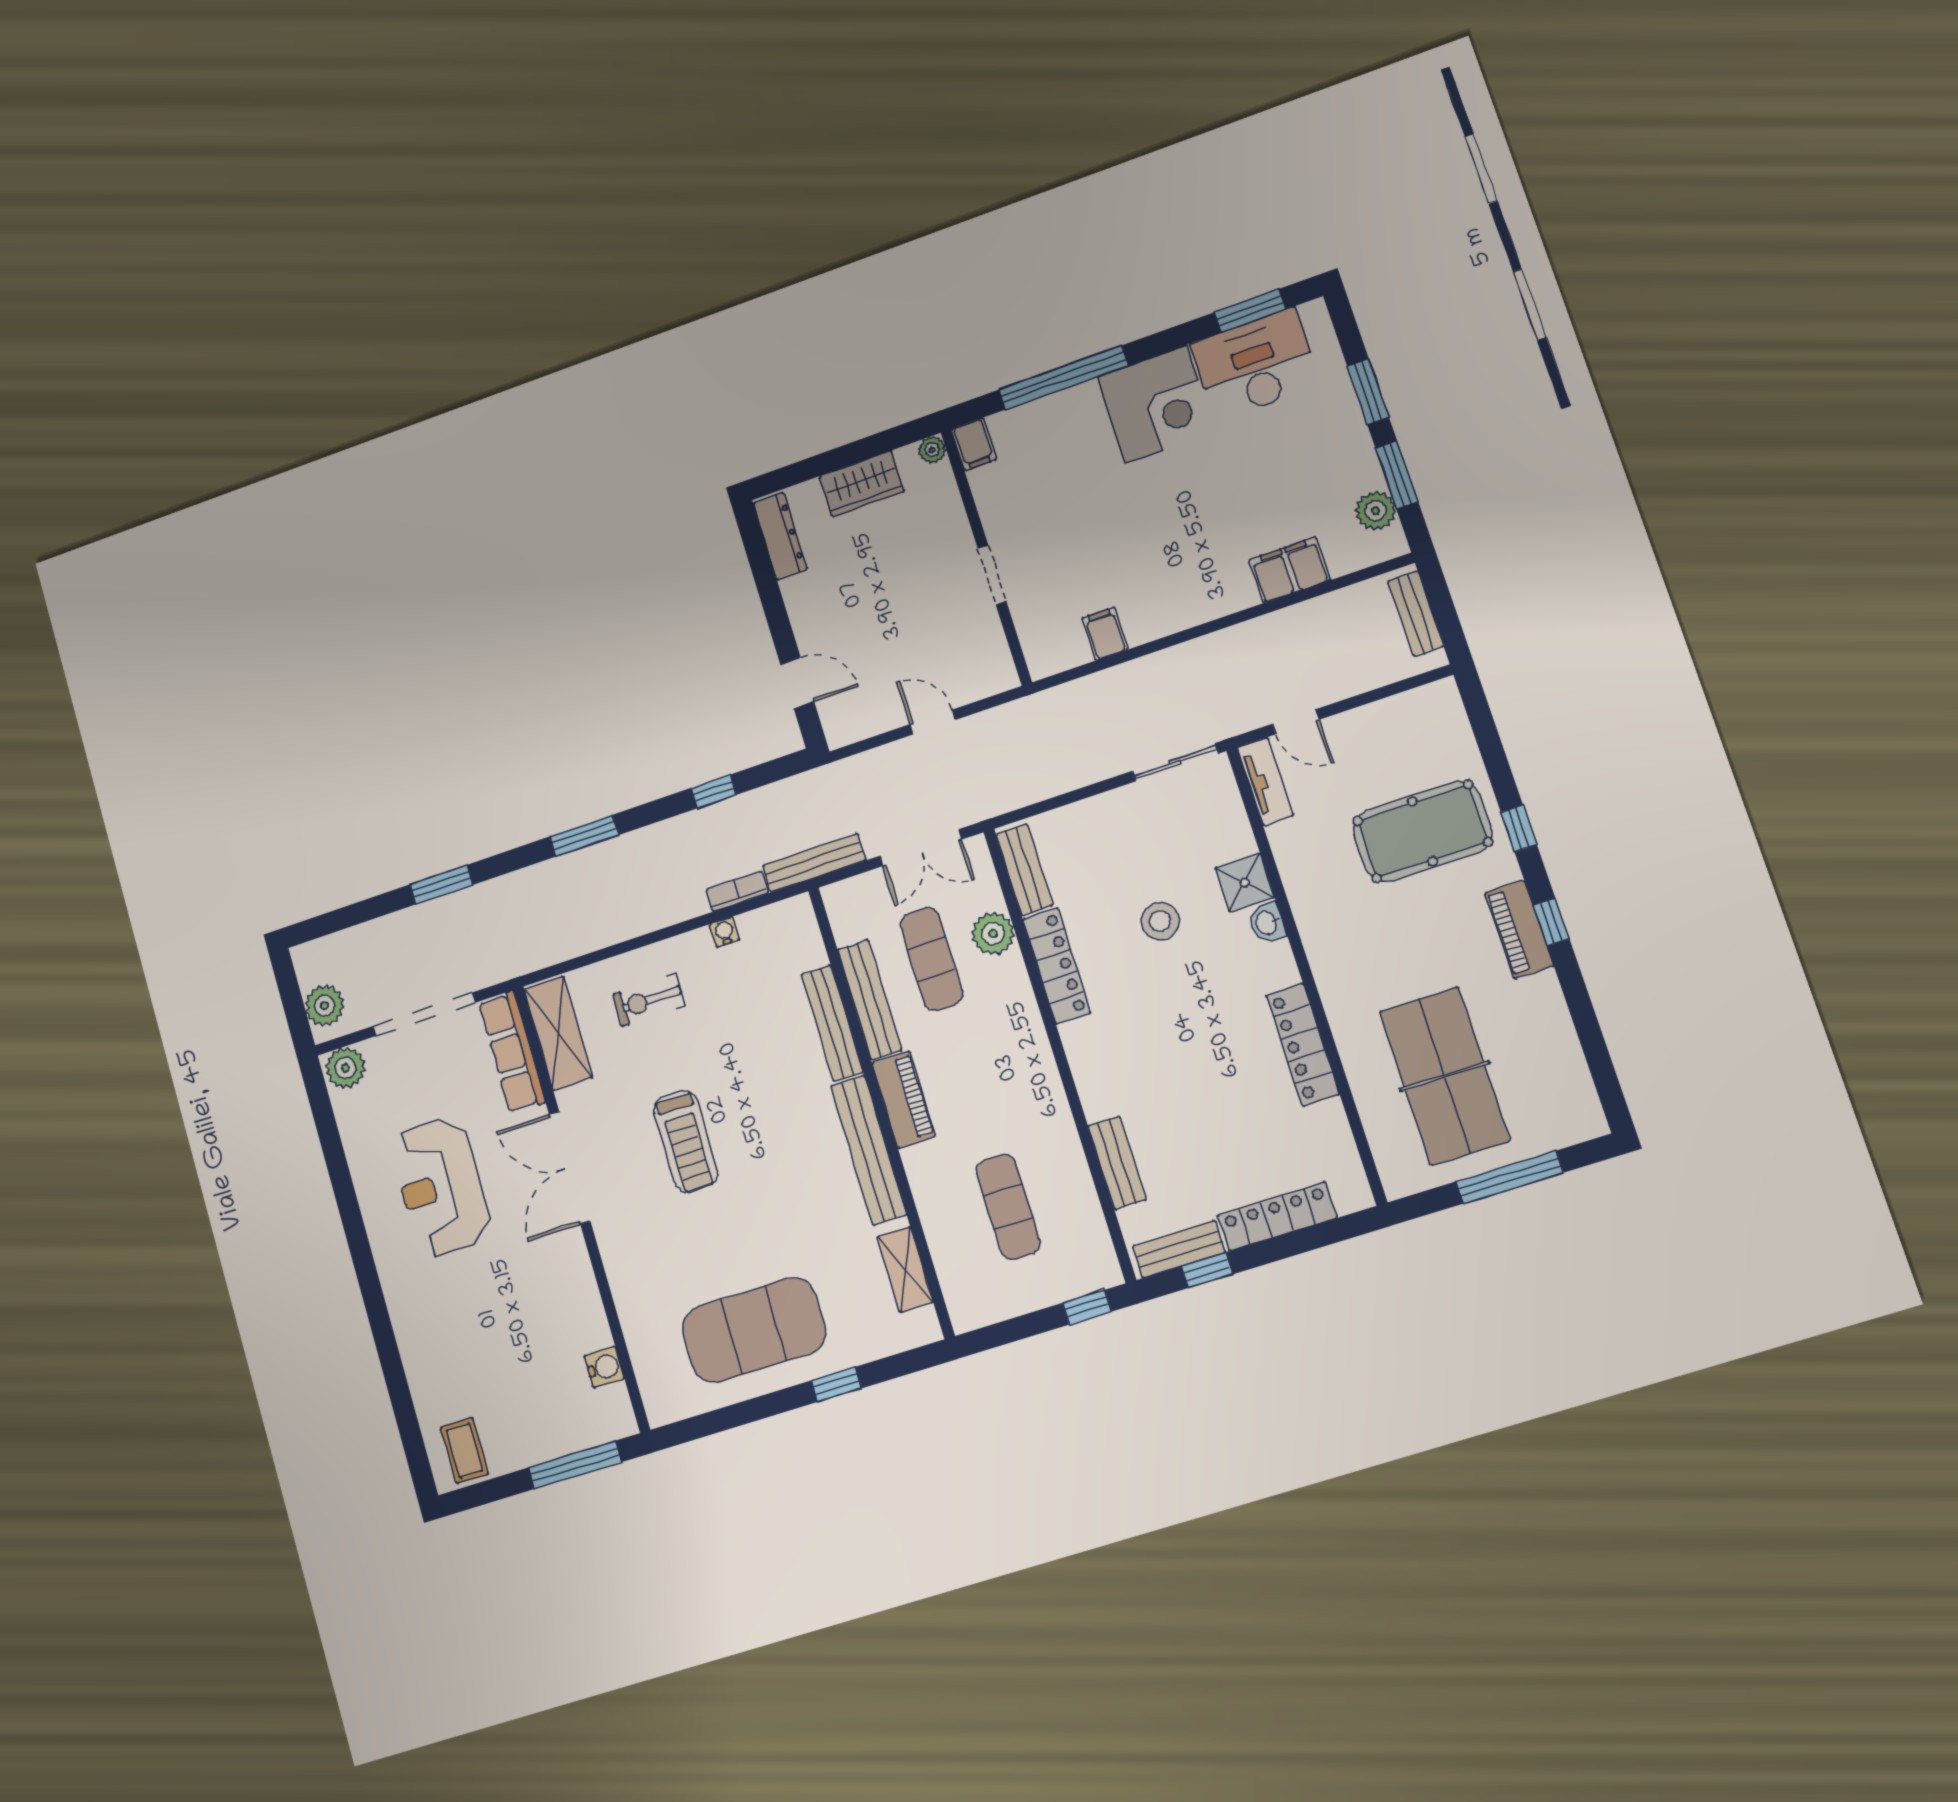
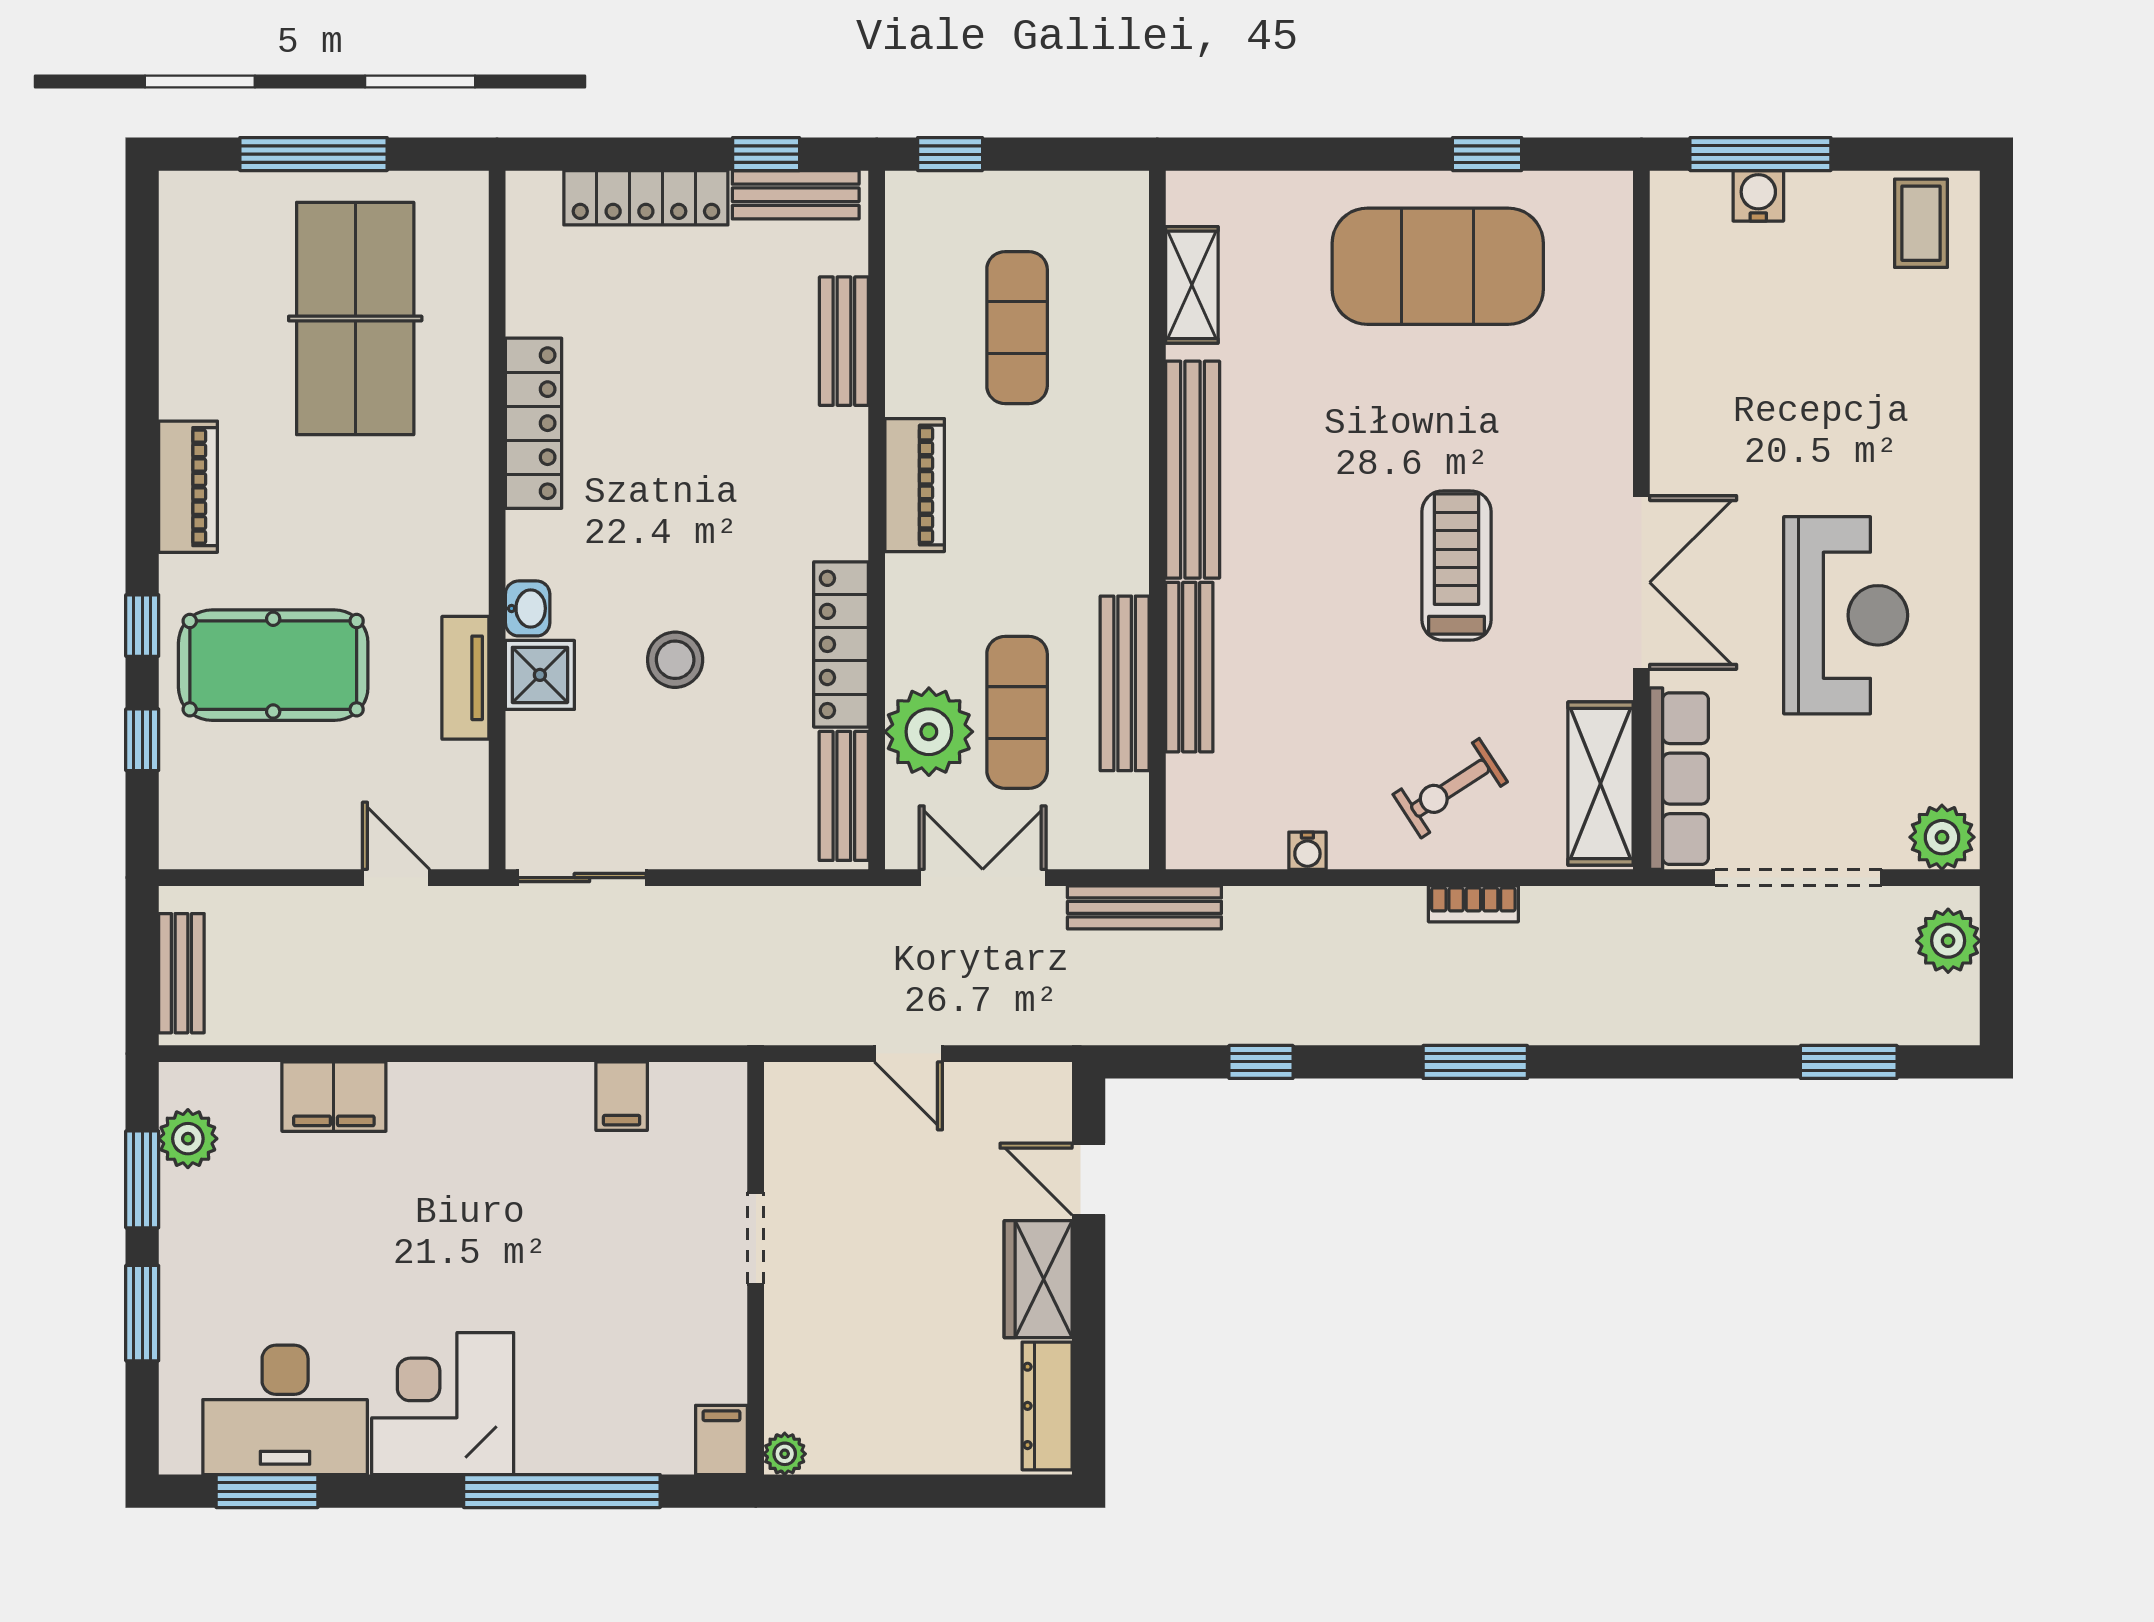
wardrobe: (862, 484) -> (1038, 1279), moved, turned -90
tv unit: (1265, 781) -> (465, 678), moved
window: (441, 885) -> (1849, 1062), moved
bookcase: (737, 891) -> (1473, 904), moved
window: (1551, 922) -> (142, 740), moved
plant: (993, 933) -> (929, 732), width x1.36, depth x1.36
exercise bike: (649, 1000) -> (1450, 788), turned 147
piano: (904, 1100) -> (915, 485), moved, turned 180
water cooler: (604, 1367) -> (1758, 196), moved, turned 90
window: (836, 1384) -> (1487, 154), moved

